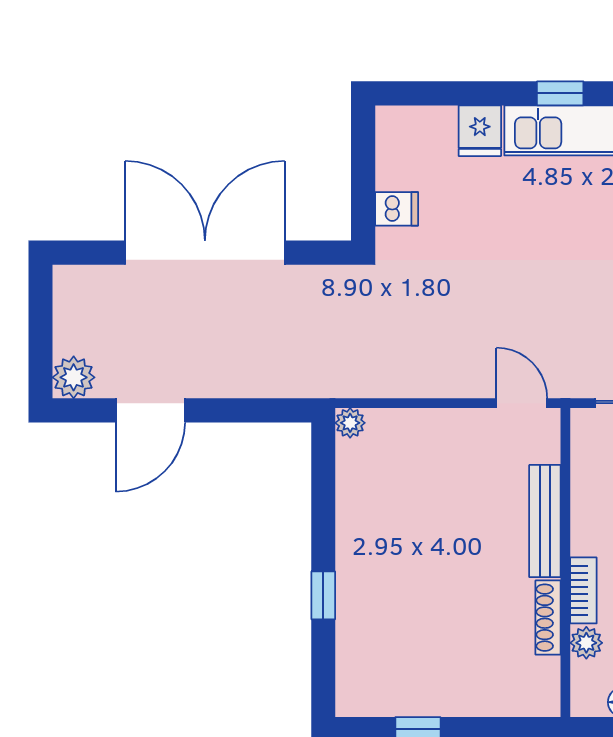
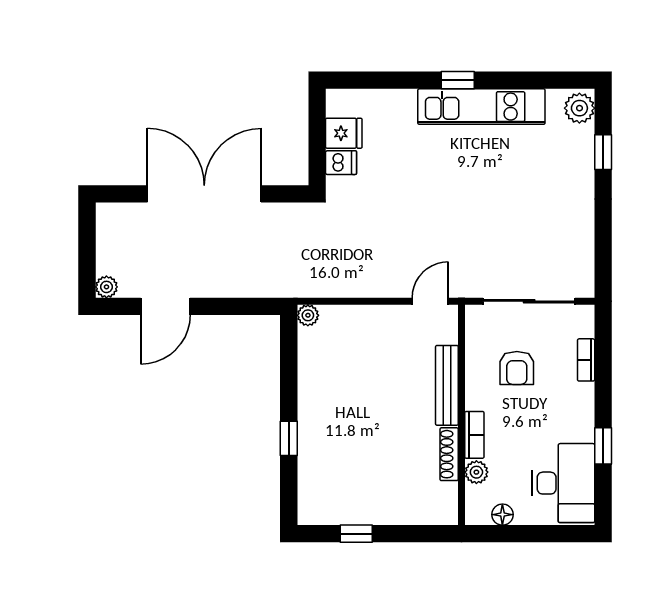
fridge: (480, 131) -> (344, 133), moved, turned -90
plant: (74, 377) -> (106, 287), width x0.73, depth x0.73
door: (522, 403) -> (430, 301), hinge flipped

